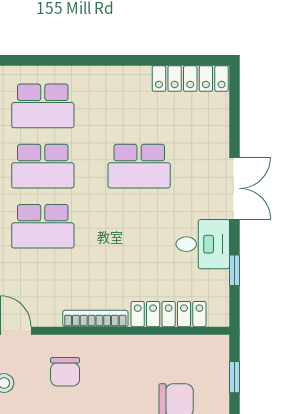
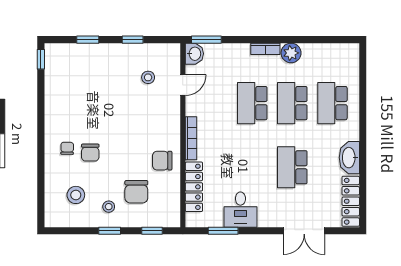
washbasin: (125, 81) -> (349, 158), added
double door: (235, 188) -> (304, 231), moved
window: (235, 270) -> (223, 231), width x1.50
chair: (65, 372) -> (162, 161), moved

